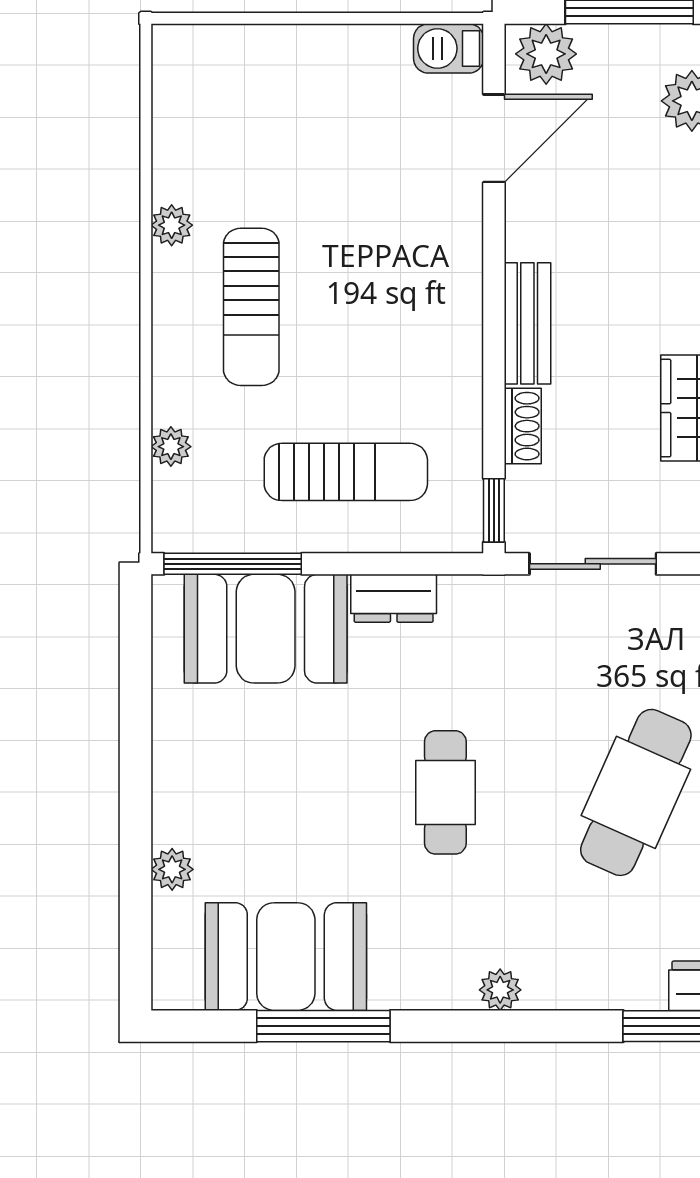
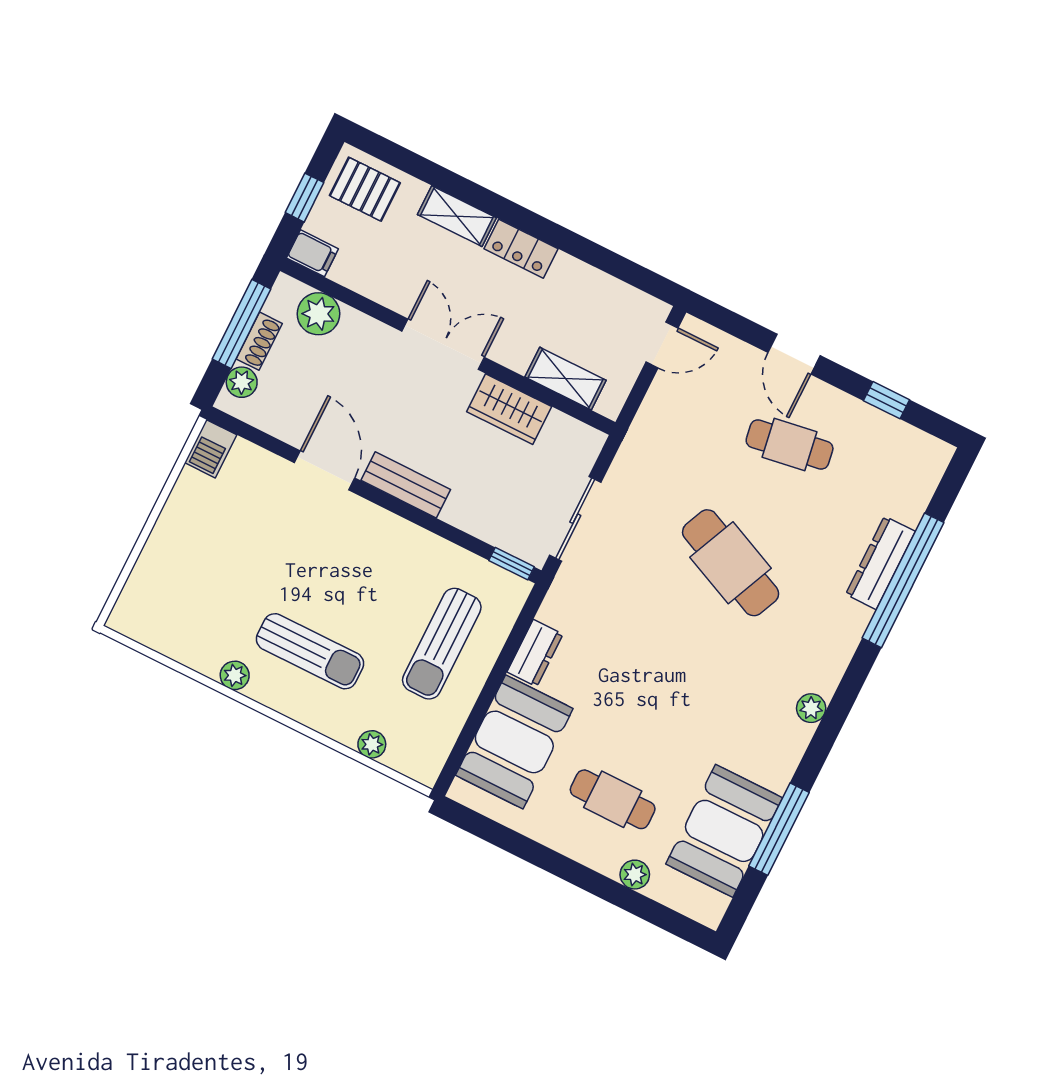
plant: (546, 54) -> (242, 382), width x0.73, depth x0.73
door: (494, 138) -> (325, 470), moved
shoe rack: (523, 426) -> (259, 341), moved, turned 90
sun lounger: (346, 472) -> (442, 644), turned 180
window: (233, 564) -> (464, 742), removed
cafe table: (445, 792) -> (613, 799), moved

